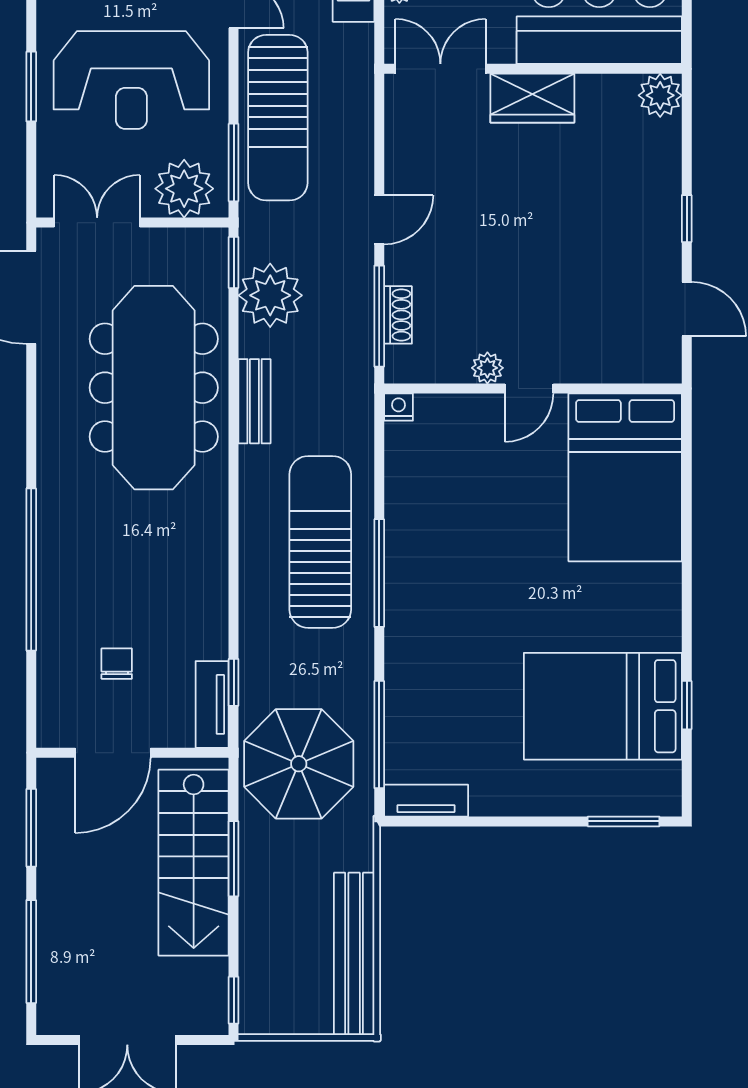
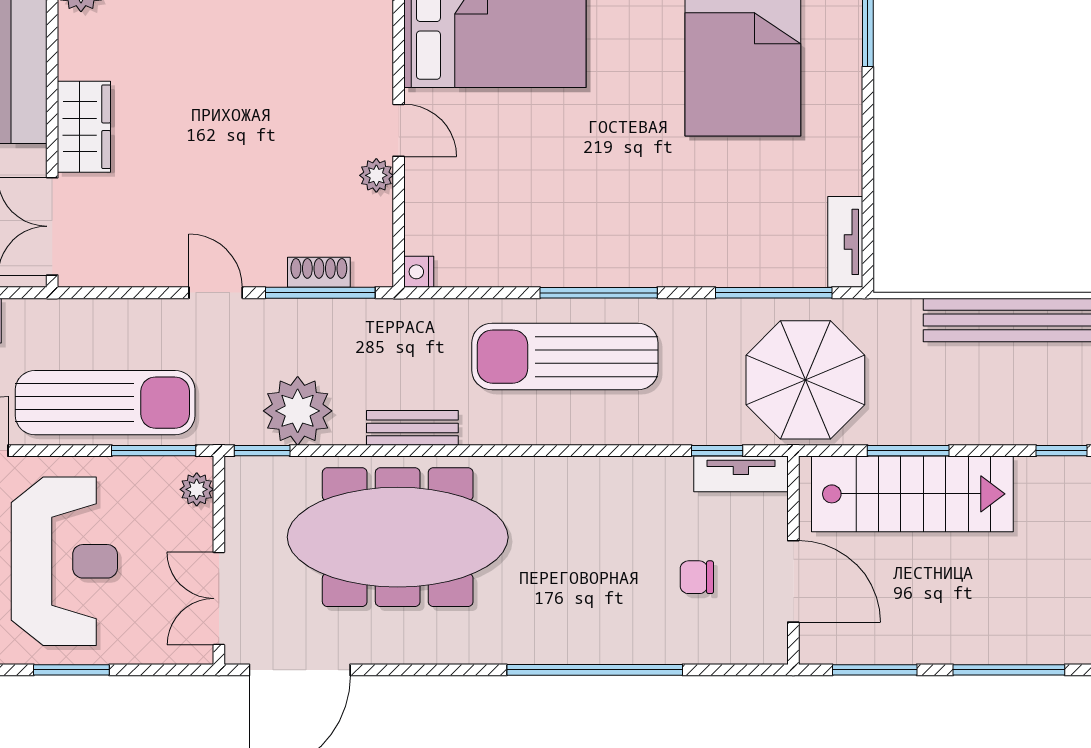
plant: (184, 189) -> (197, 489), width x0.53, depth x0.53

